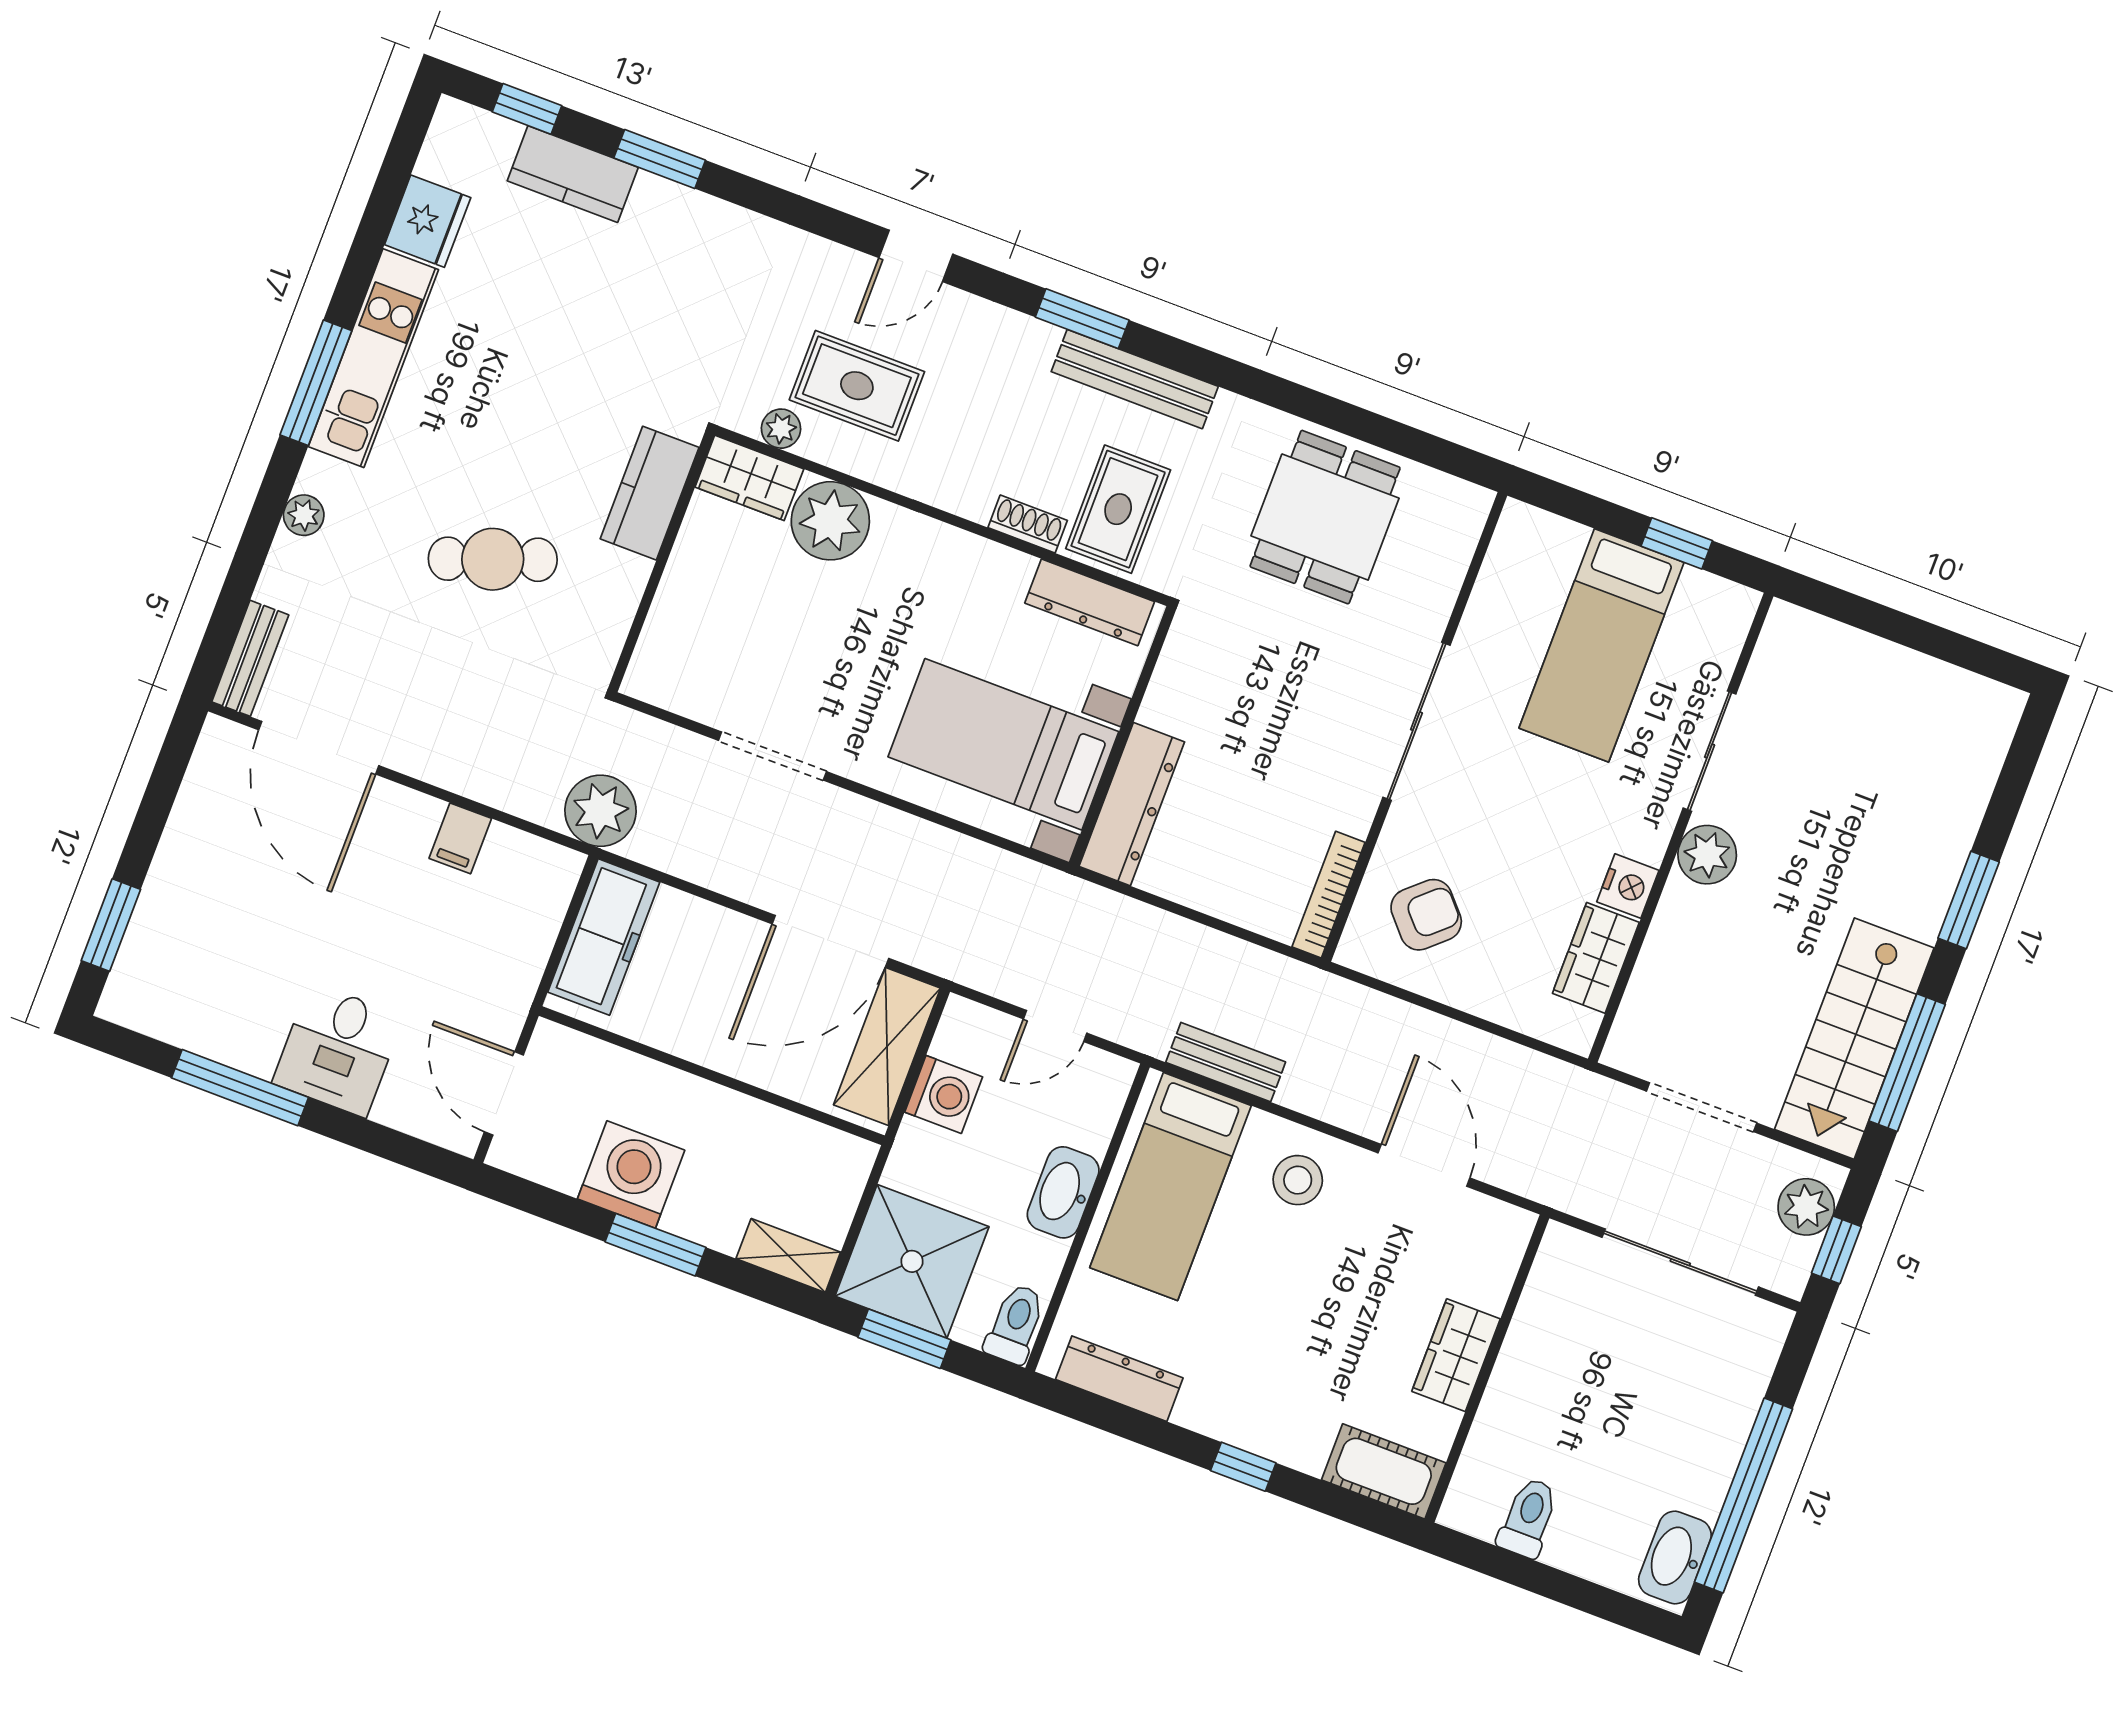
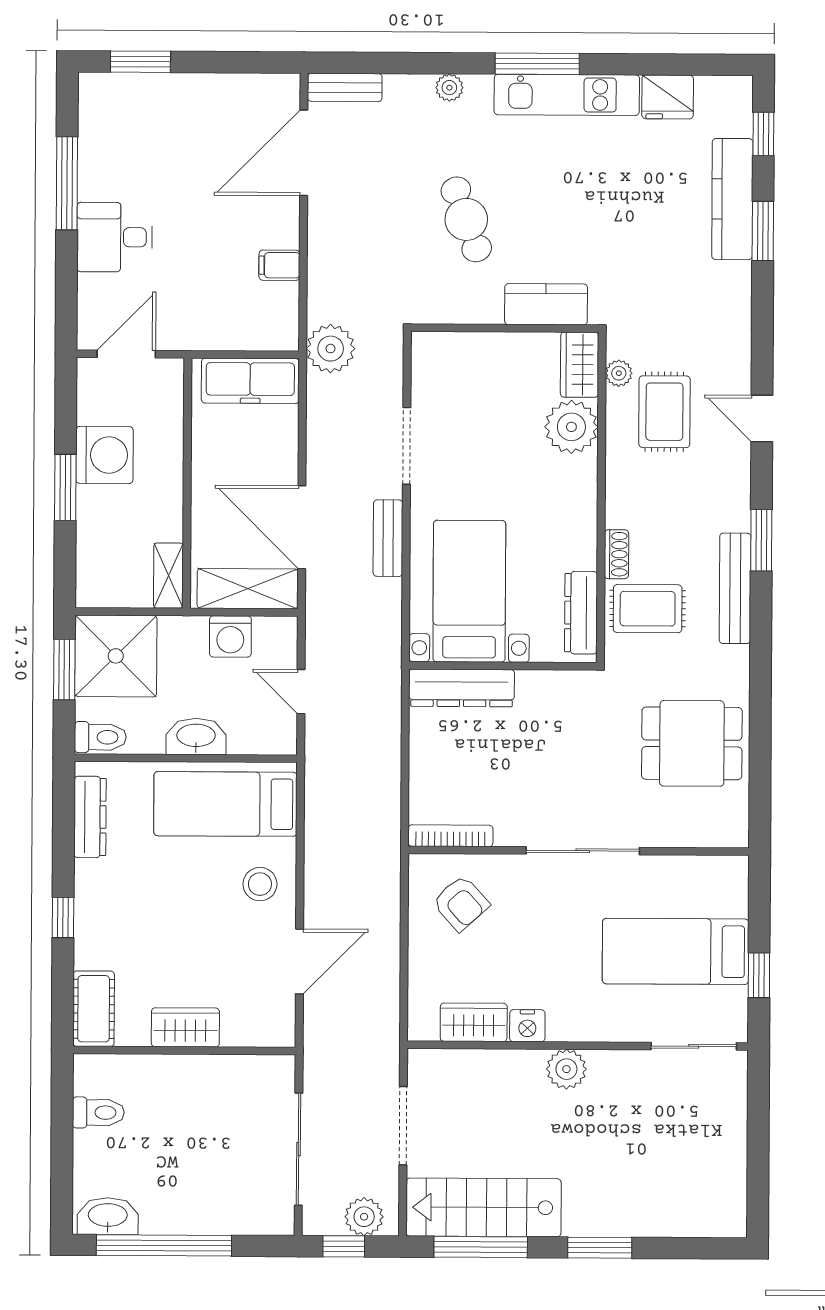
kitchen counter: (573, 174) -> (732, 199), width x1.50
sliding door: (1710, 751) -> (694, 1046), moved
bench: (1226, 1062) -> (388, 538), moved
shelving: (788, 1255) -> (168, 576), moved

